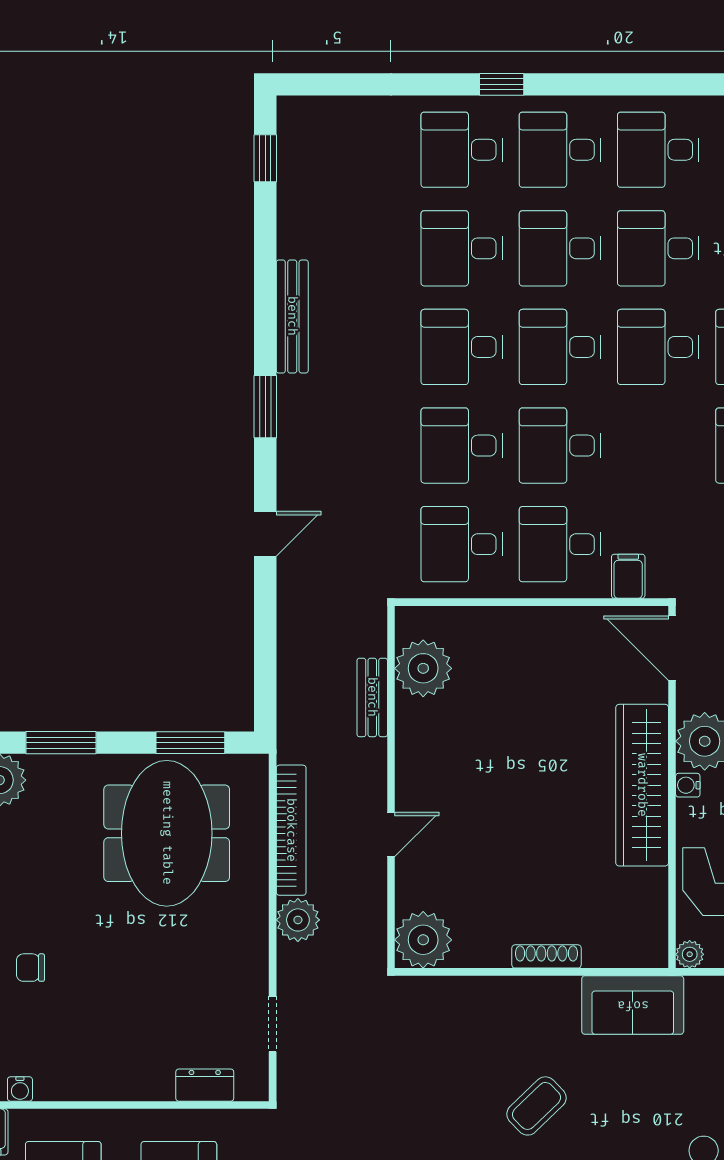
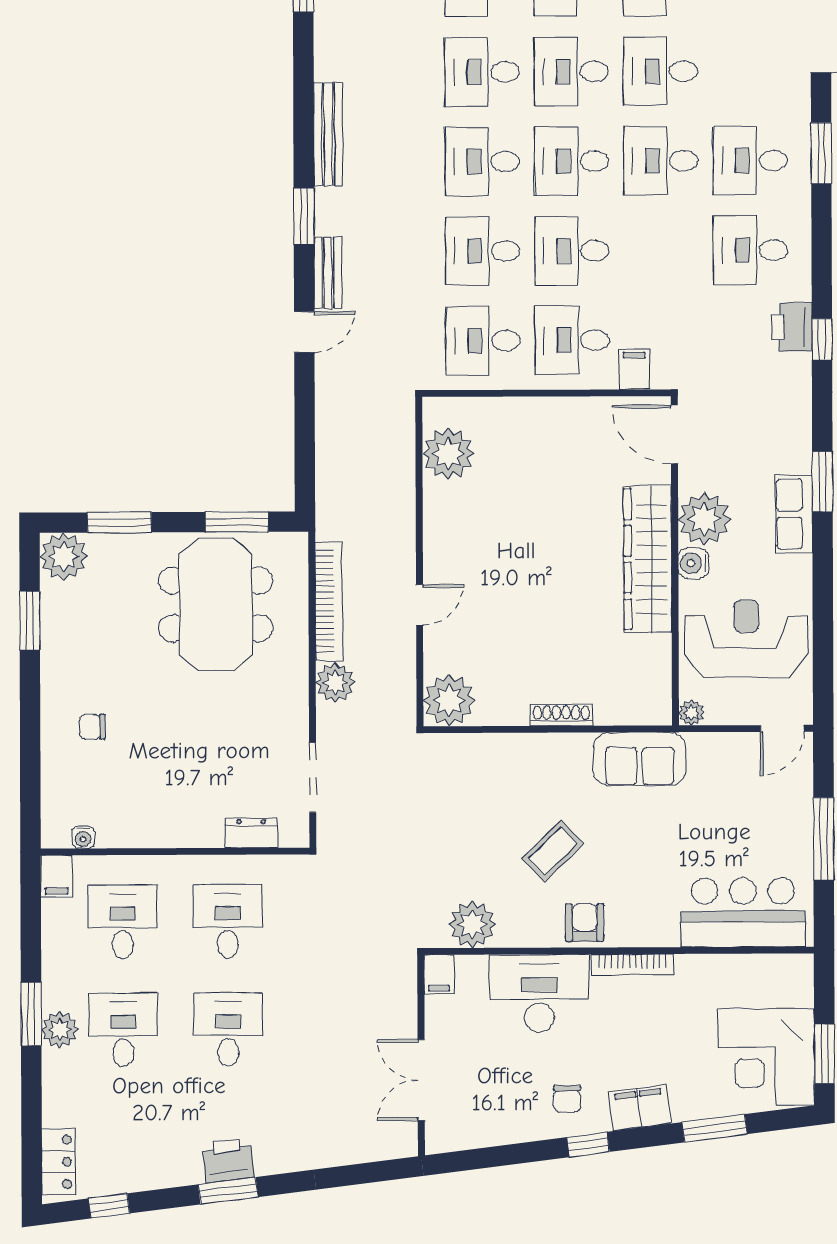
bench: (372, 697) -> (328, 273), moved
water cooler: (688, 785) -> (693, 563), width x1.38, depth x1.38
doorway: (273, 1024) -> (313, 777), width x1.38

